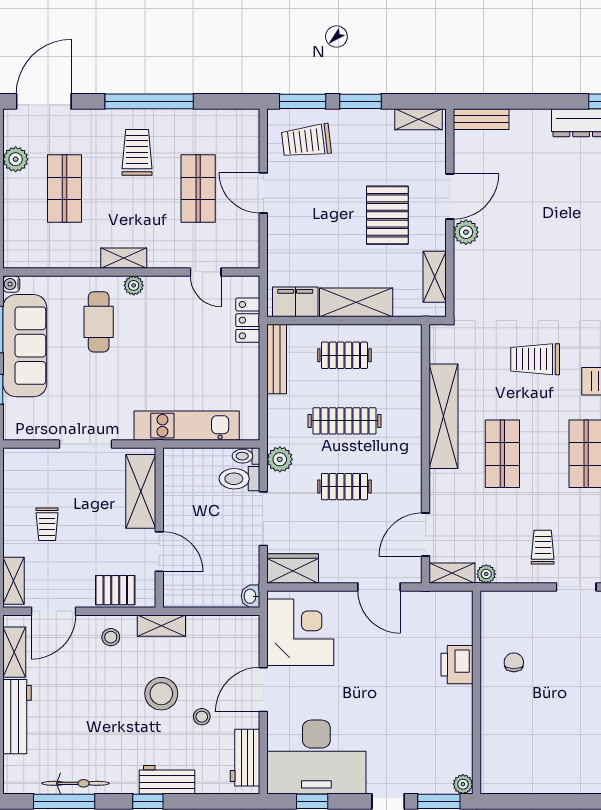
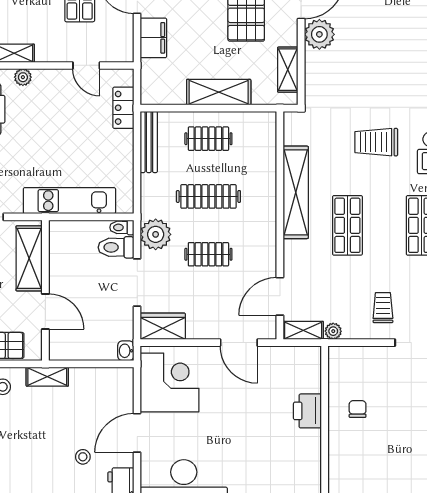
plant: (466, 232) -> (319, 34), width x1.36, depth x1.36
filing cabinet: (295, 302) -> (153, 38), moved, turned 90
plant: (280, 459) -> (156, 234), width x1.36, depth x1.36
stool: (161, 694) -> (47, 437), removed

